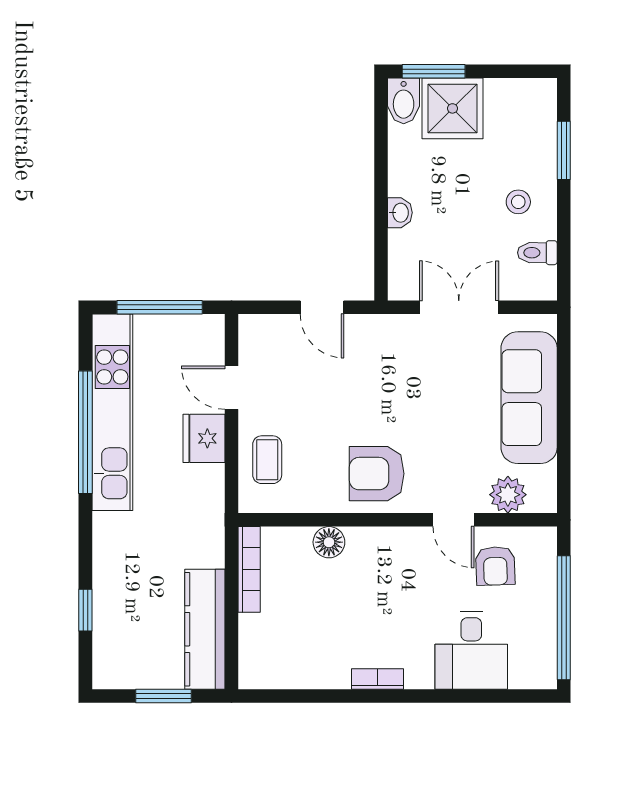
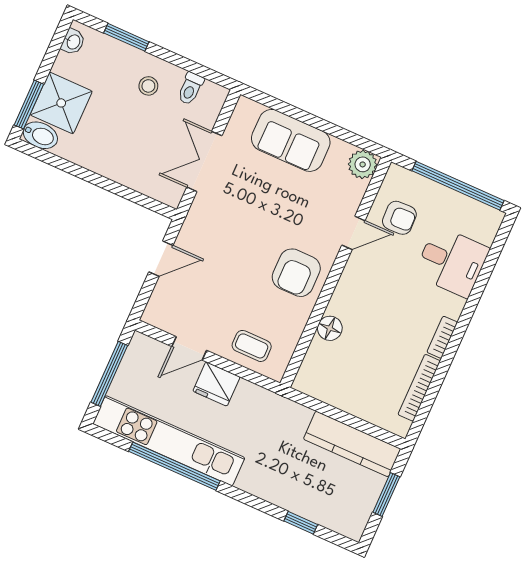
washbasin: (400, 213) -> (73, 42), moved, turned 90
sofa: (529, 398) -> (291, 140), width x0.73
plant: (508, 495) -> (363, 164), moved
bookcase: (249, 569) -> (419, 388), moved, turned -90

